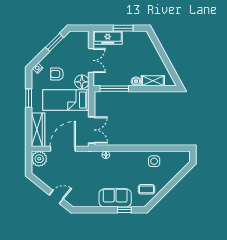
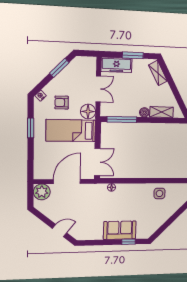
shelving: (148, 44) -> (158, 73), added
wardrobe: (38, 130) -> (41, 162), removed
coffee table: (147, 189) -> (151, 221), removed

